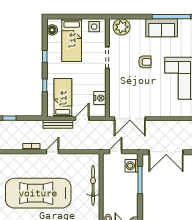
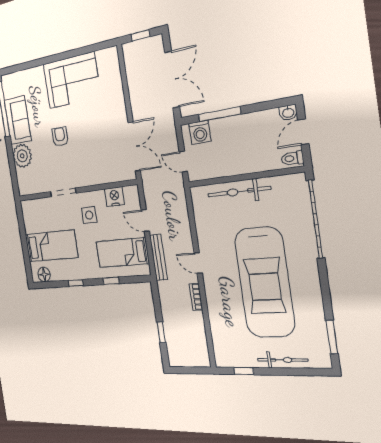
side table: (94, 27) -> (89, 215), moved
plant: (122, 27) -> (22, 156), moved

